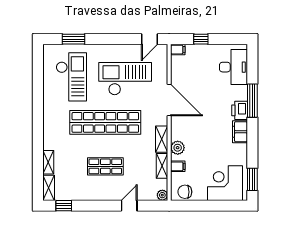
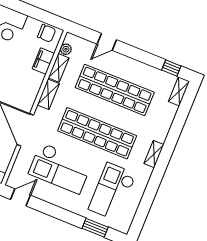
plant: (178, 148) -> (36, 79), removed
shelving: (48, 162) -> (154, 154), moved
shop shelf: (105, 166) -> (115, 90), width x2.00, depth x1.36
filing cabinet: (178, 166) -> (43, 61), width x2.00
plant: (162, 195) -> (66, 49), moved

